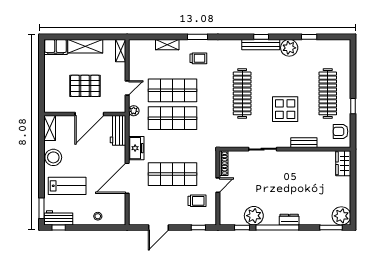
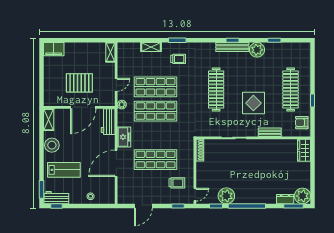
shelving: (85, 46) -> (80, 48), removed
door: (218, 185) -> (195, 195), moved
dresser: (289, 220) -> (285, 199), moved

